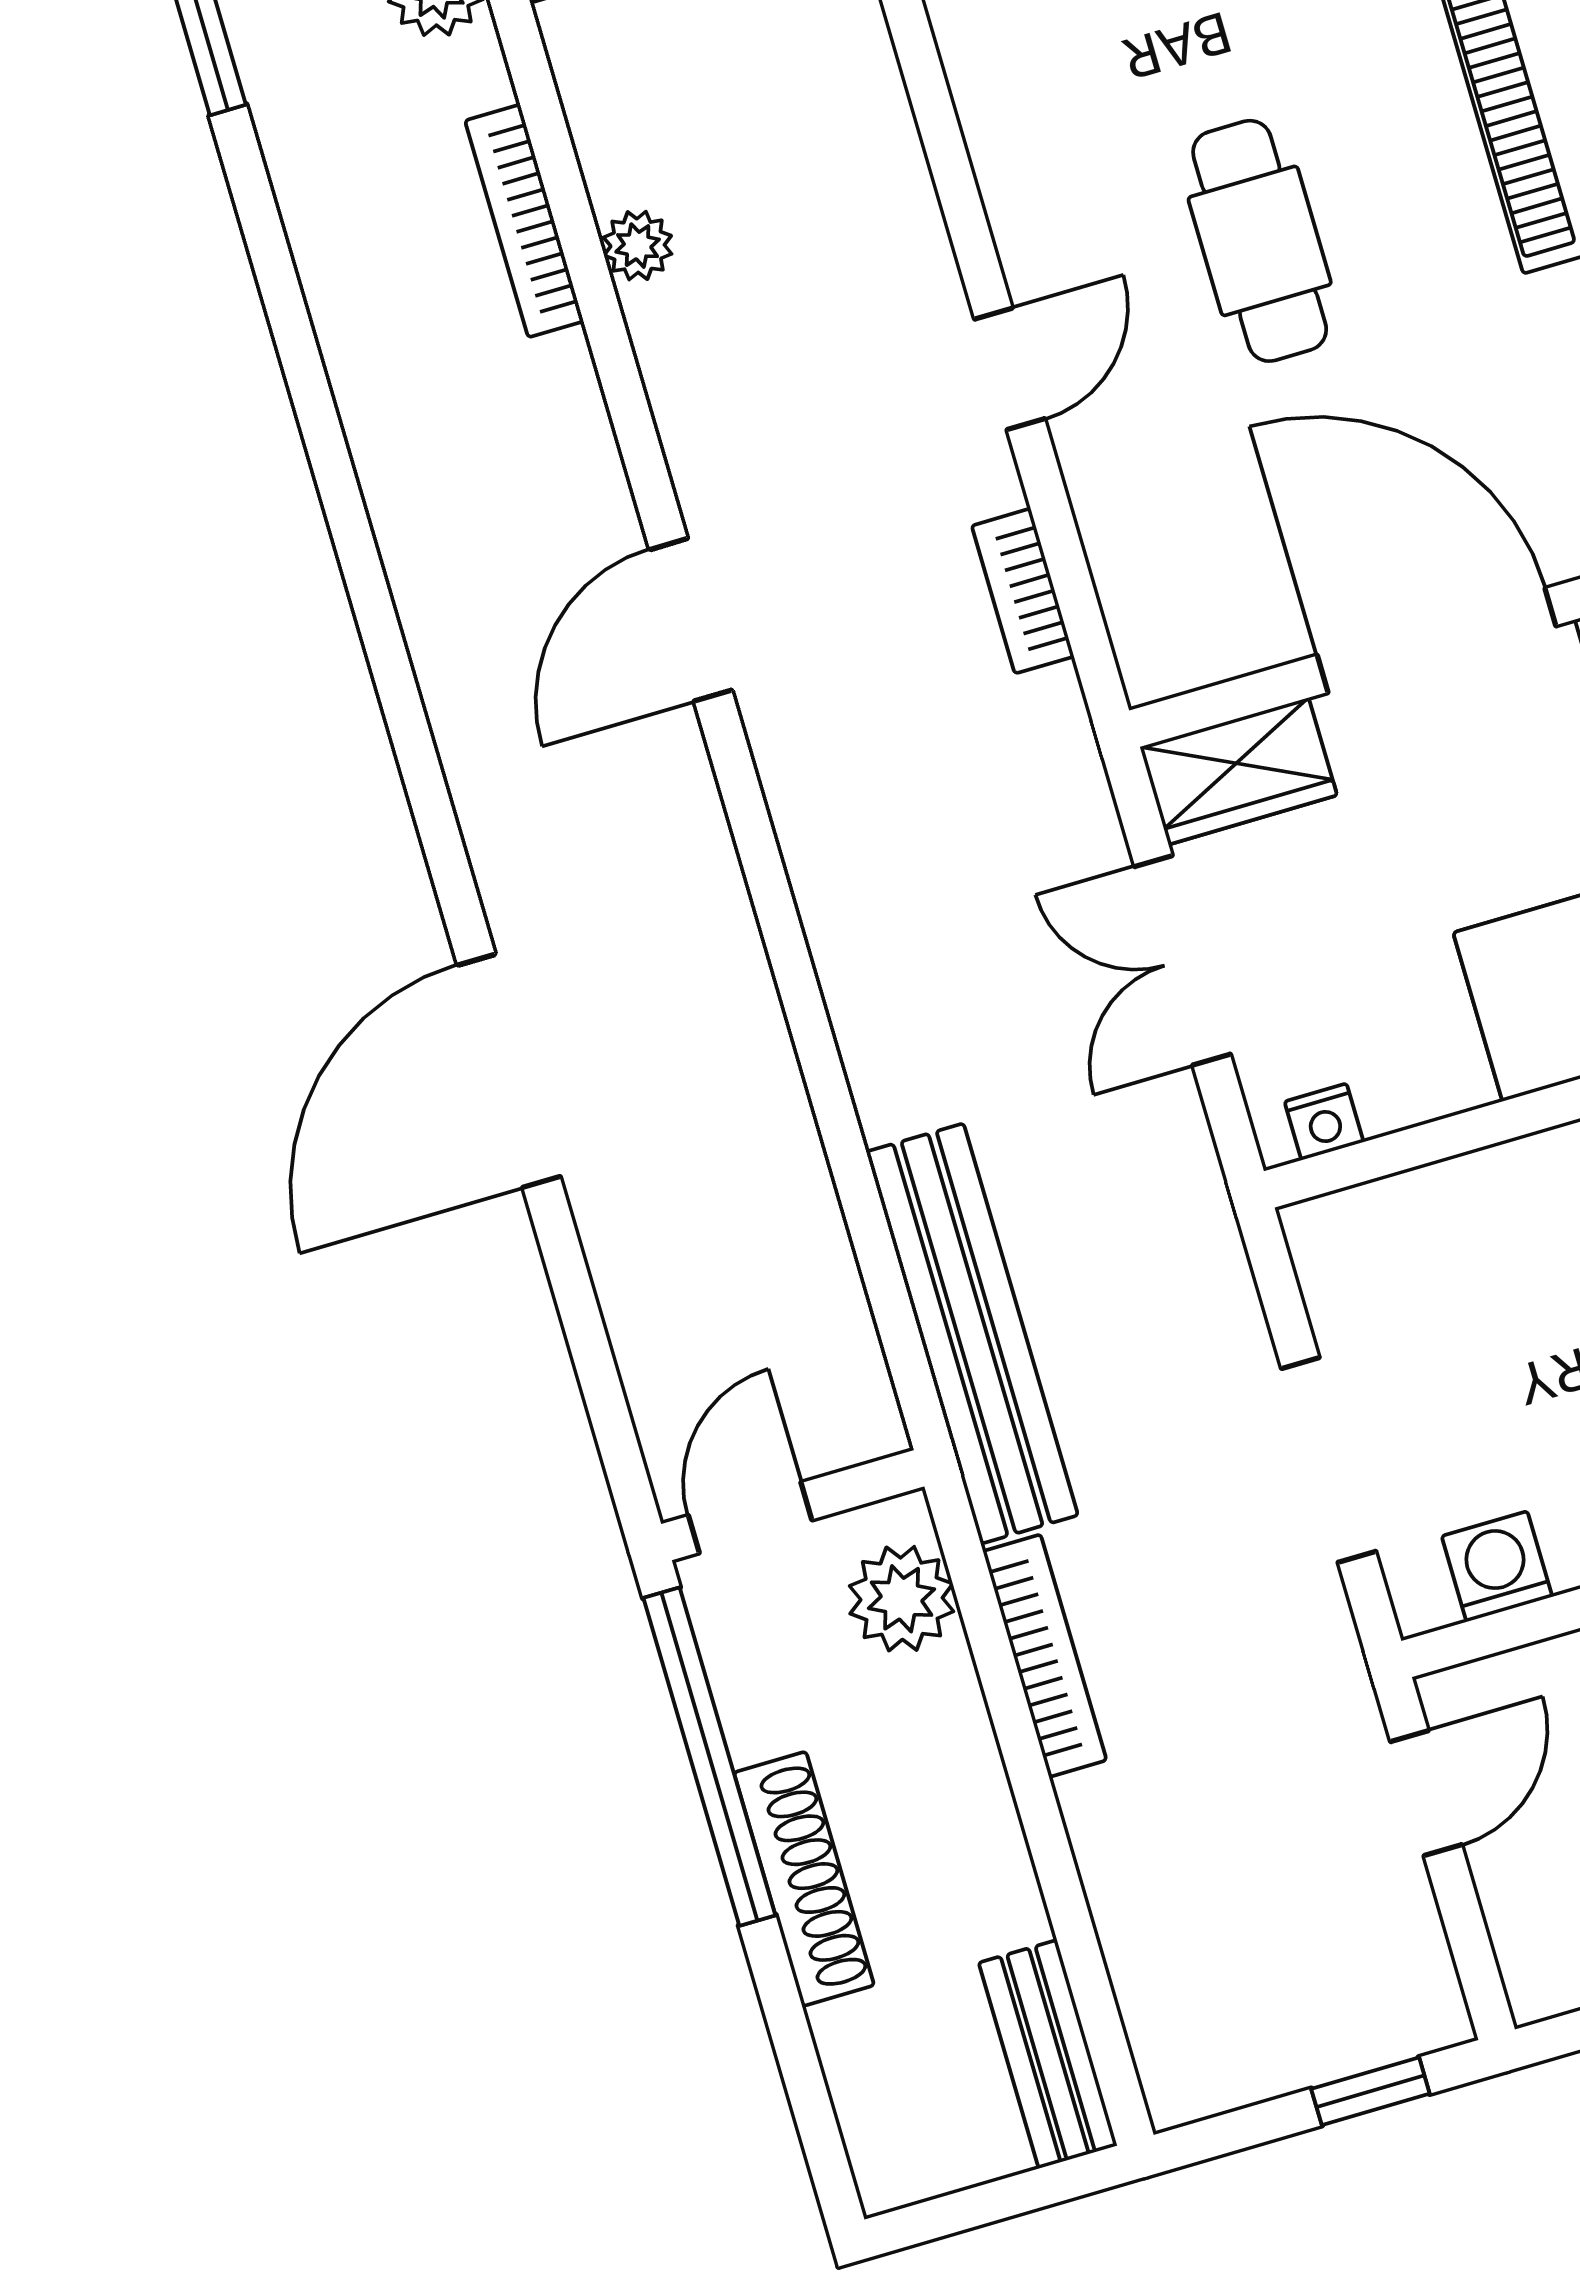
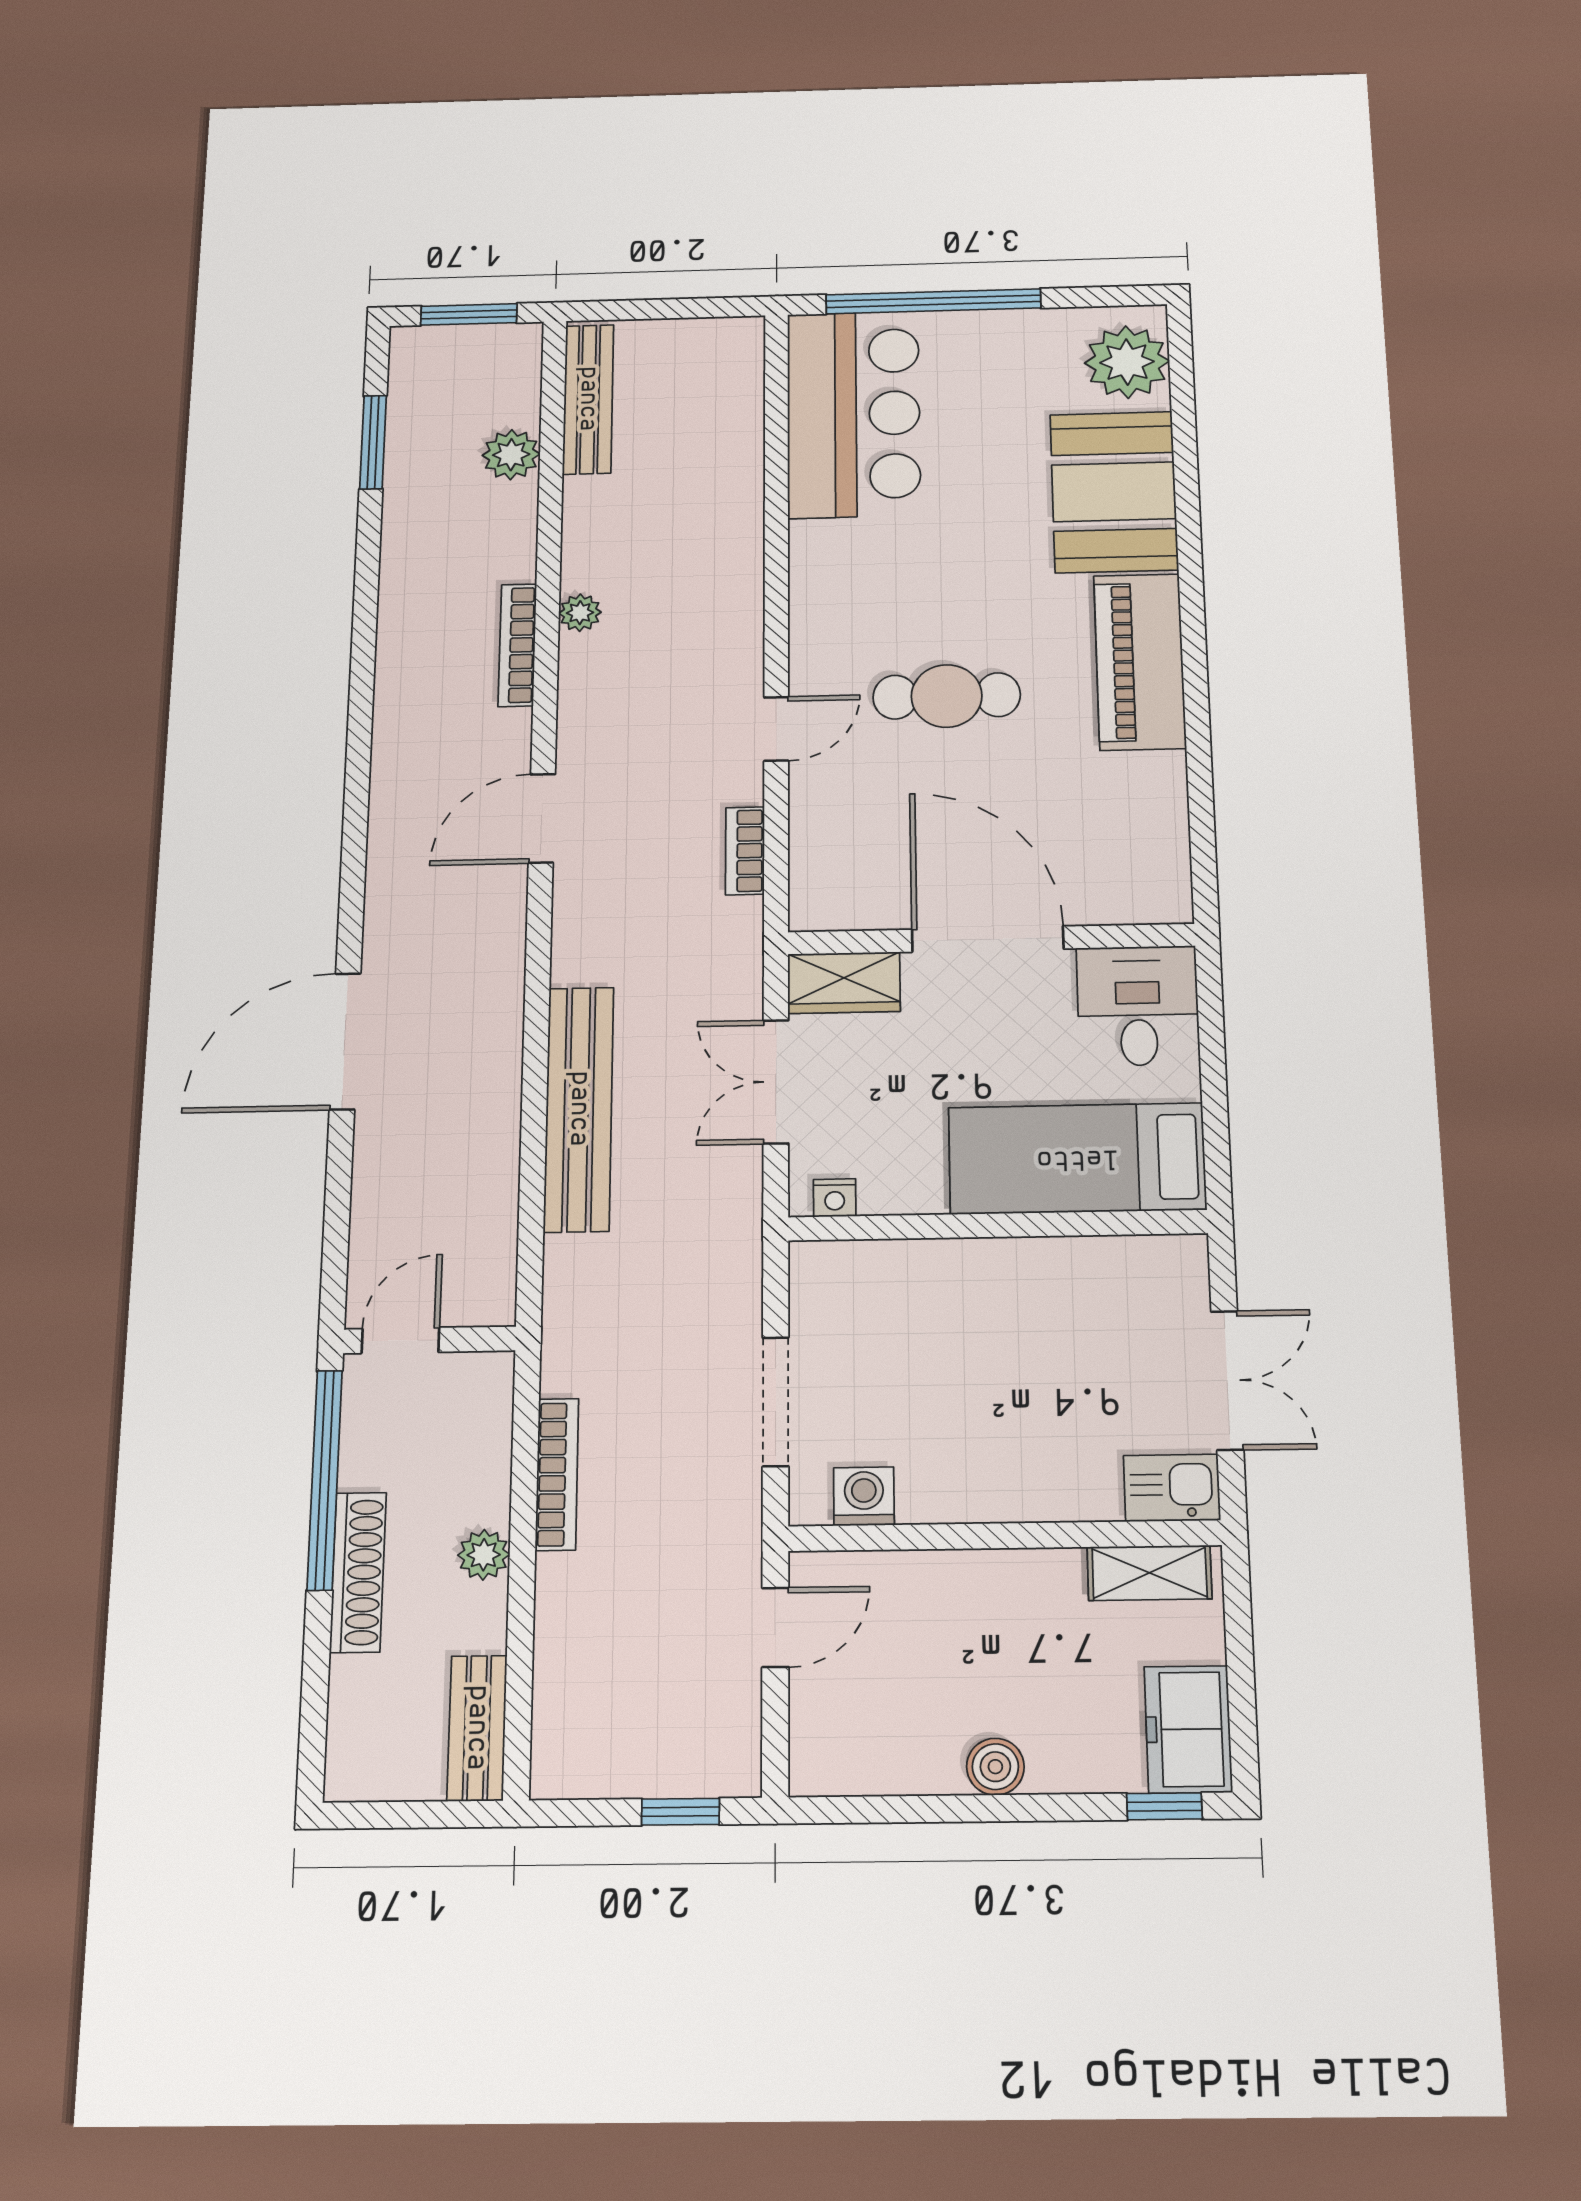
bookcase: (524, 221) -> (517, 645), moved
cafe table: (1260, 241) -> (947, 696), turned 90
bench: (972, 1334) -> (579, 1109), moved
plant: (902, 1599) -> (484, 1555), moved, width x0.73, depth x0.73

